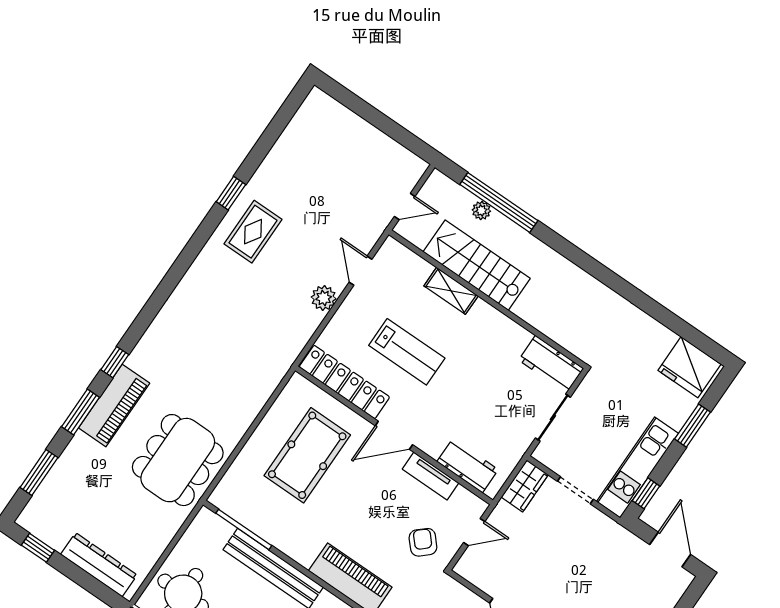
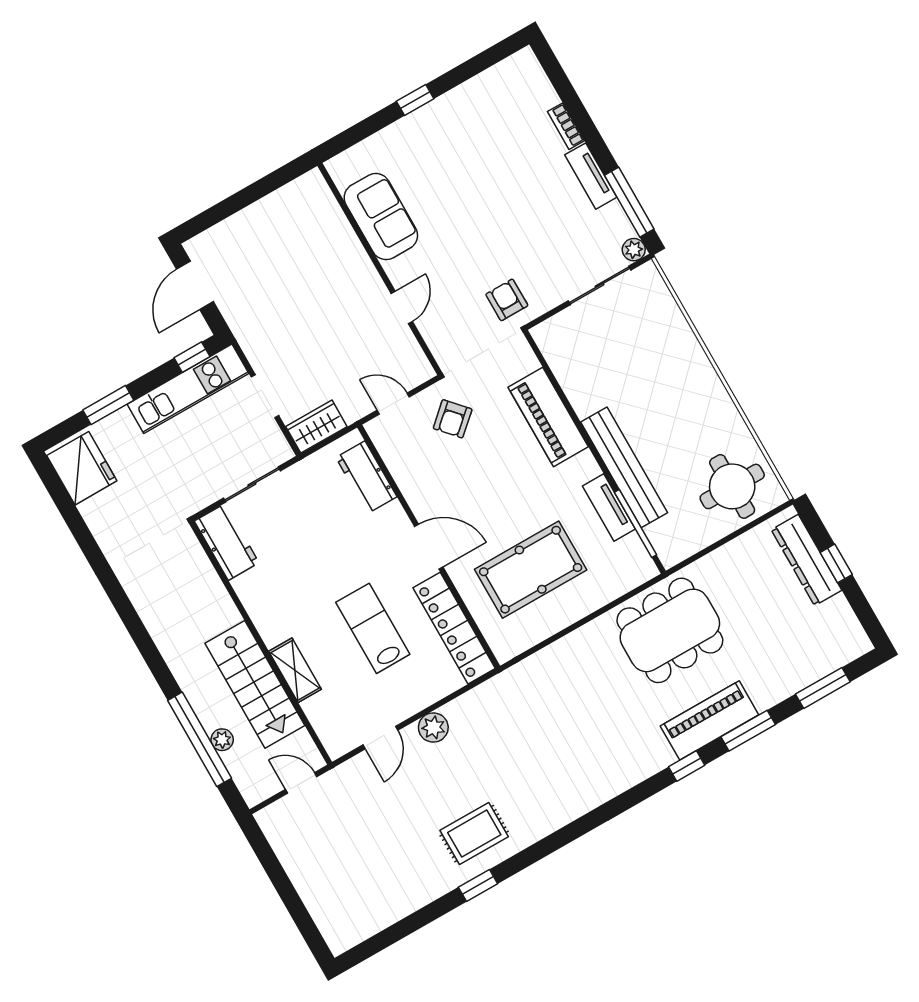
tv unit: (431, 476) -> (609, 507), moved, turned 180
window: (38, 548) -> (836, 563), moved

